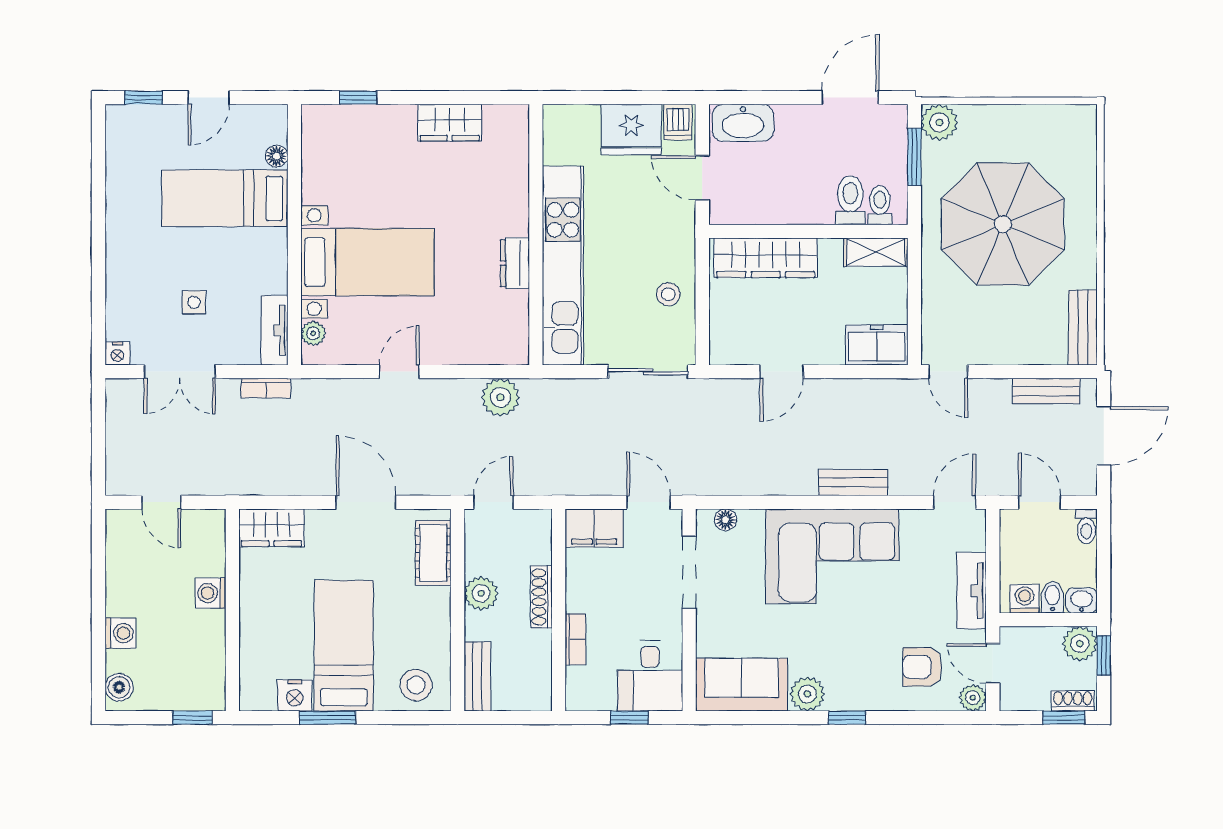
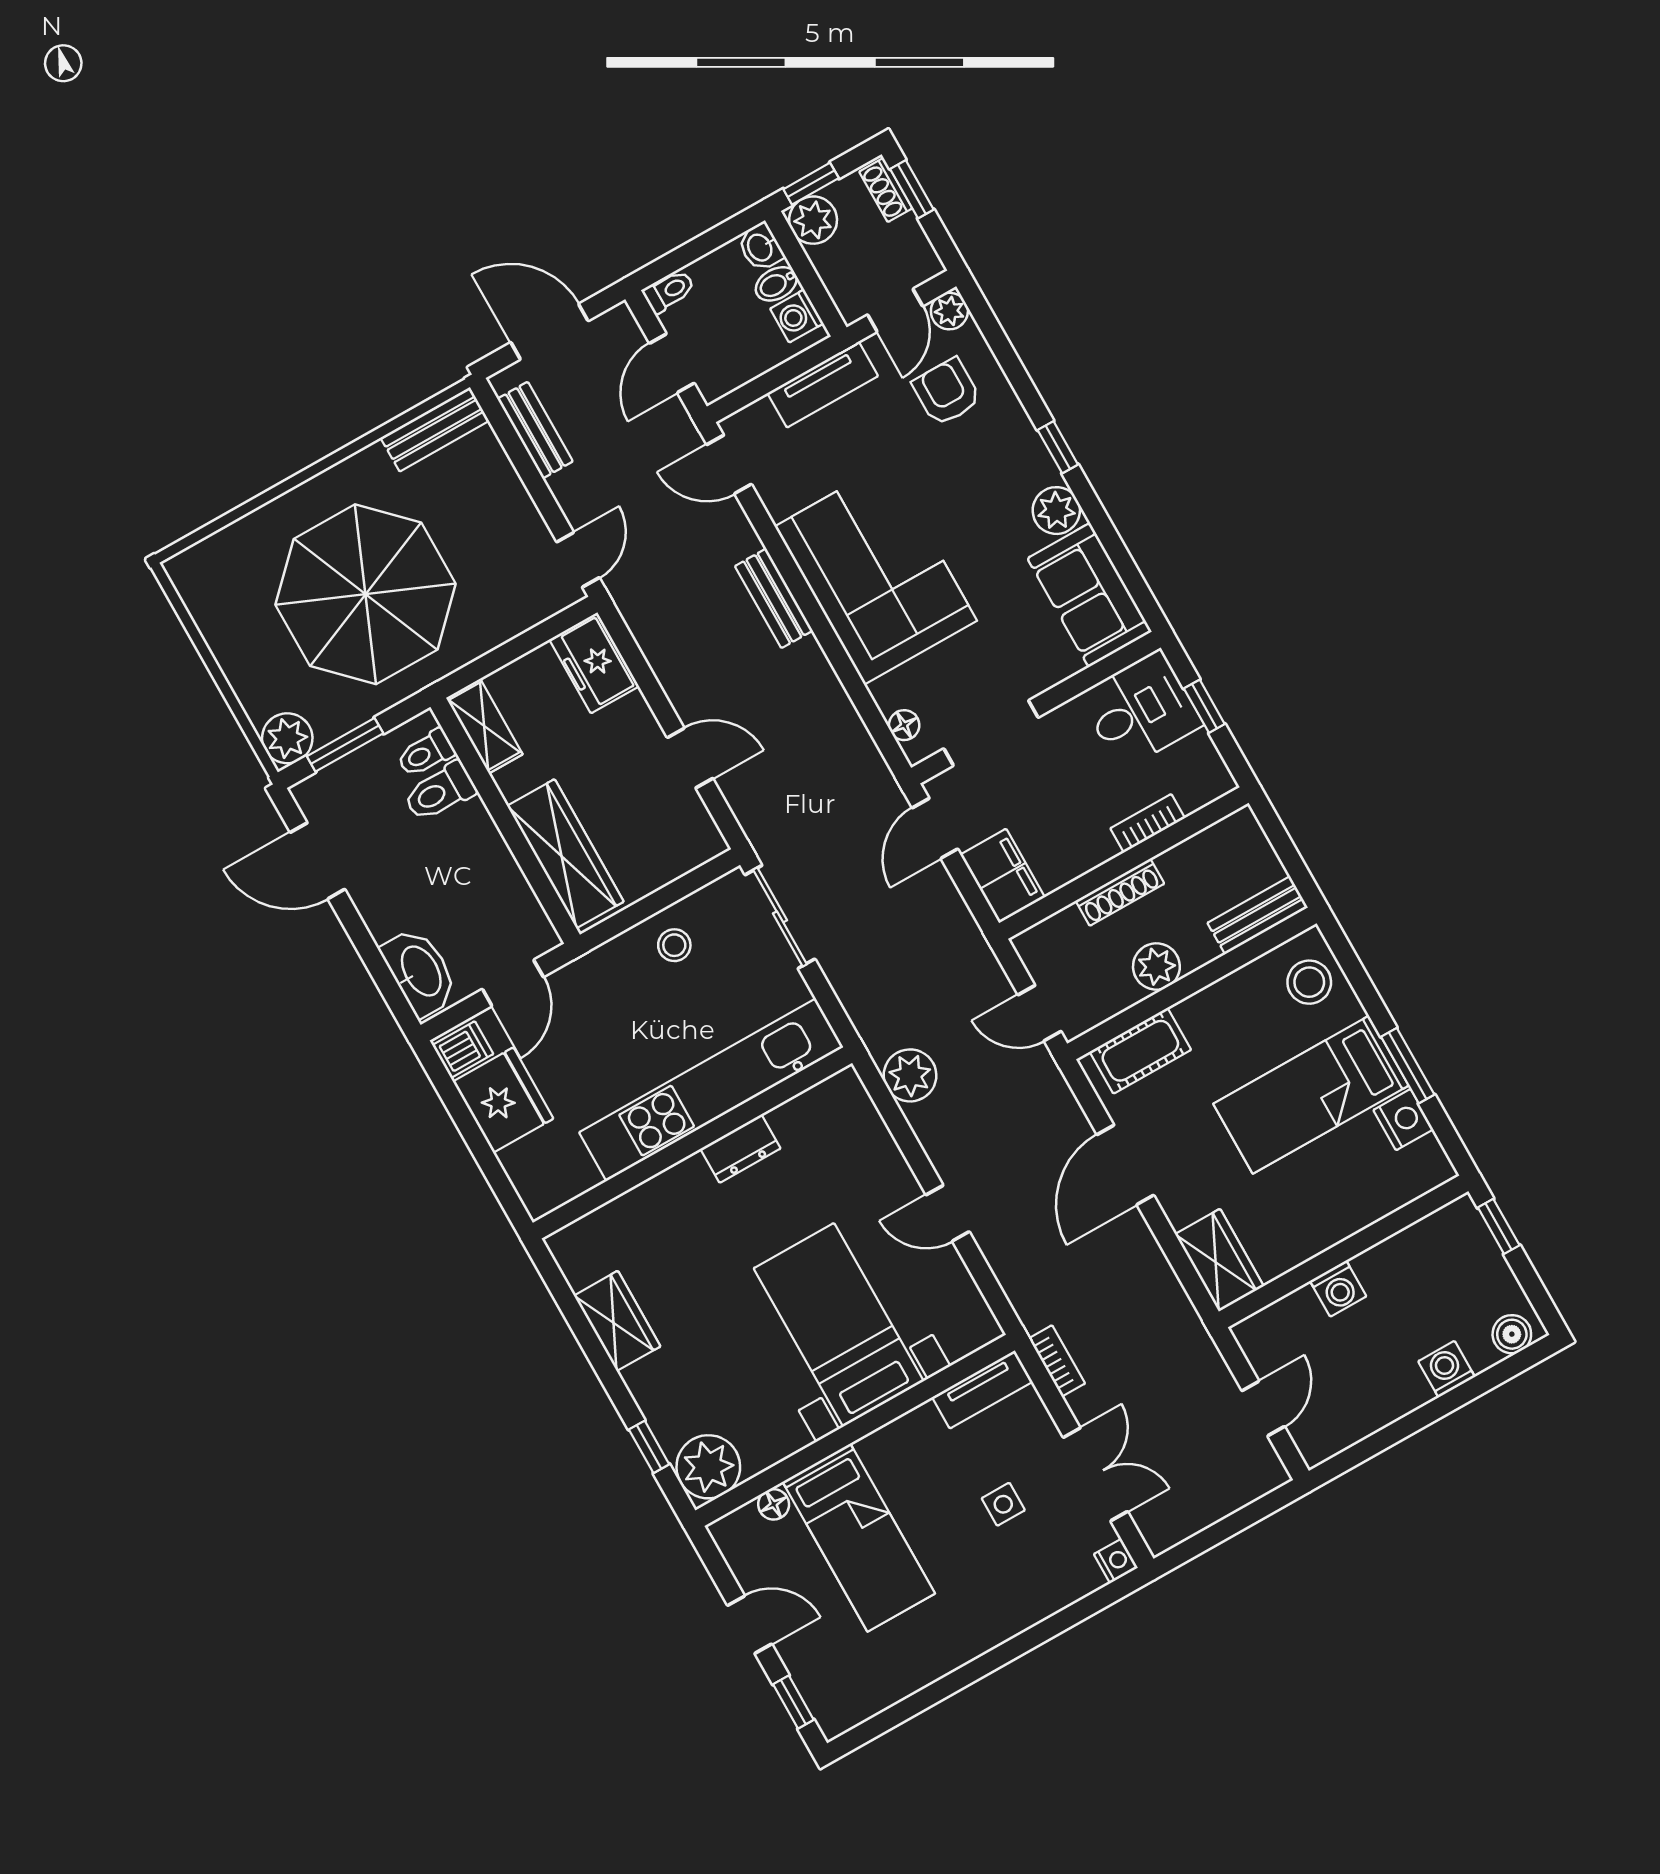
plant: (313, 333) -> (708, 1467), moved, width x1.87, depth x1.87
armchair: (922, 667) -> (947, 392), turned 180

